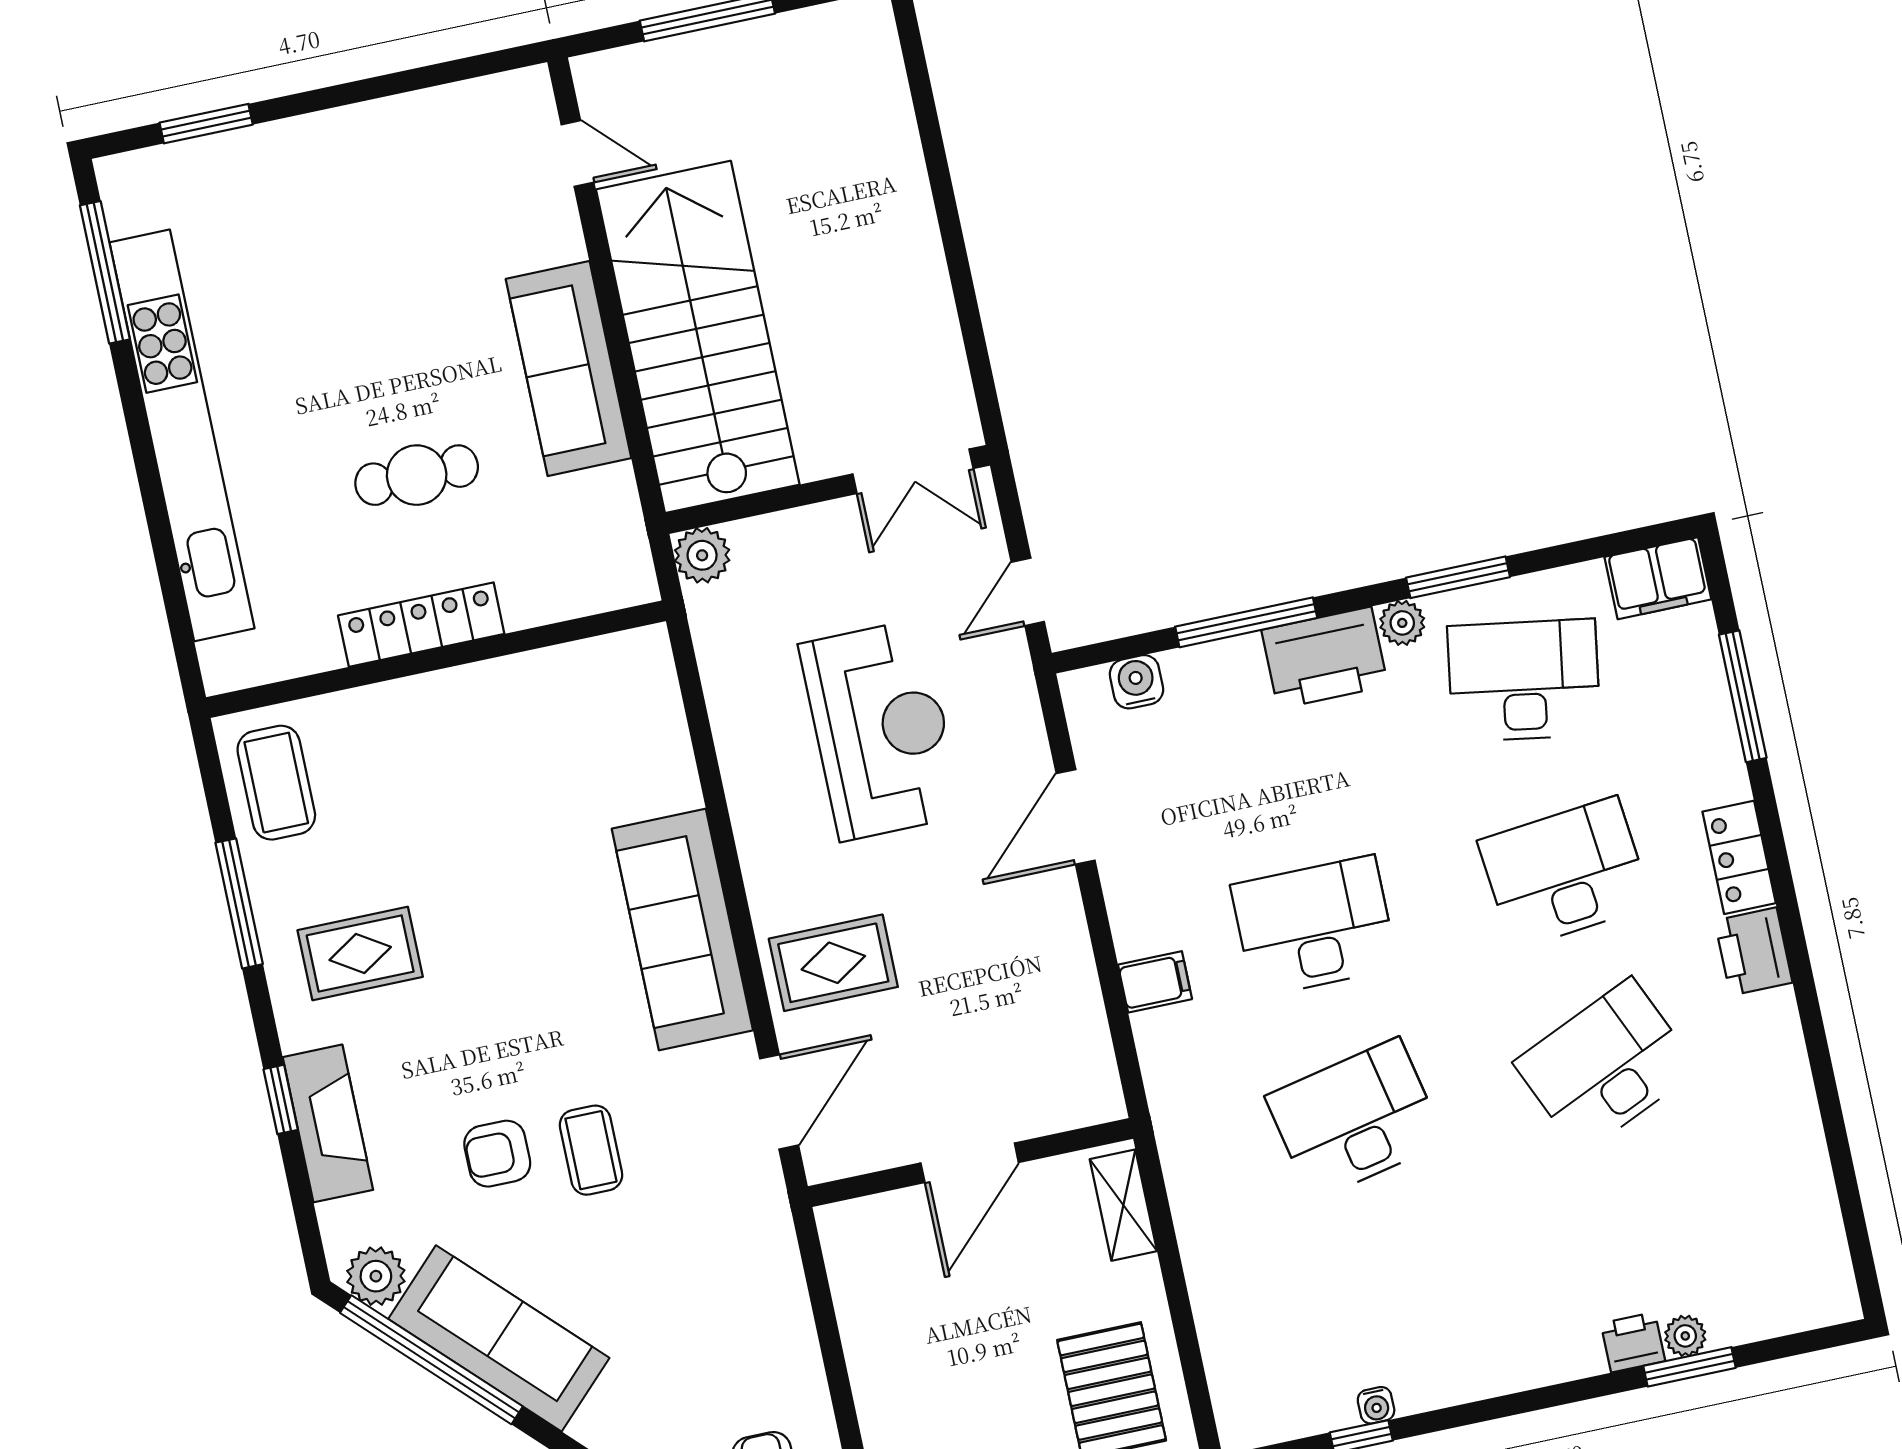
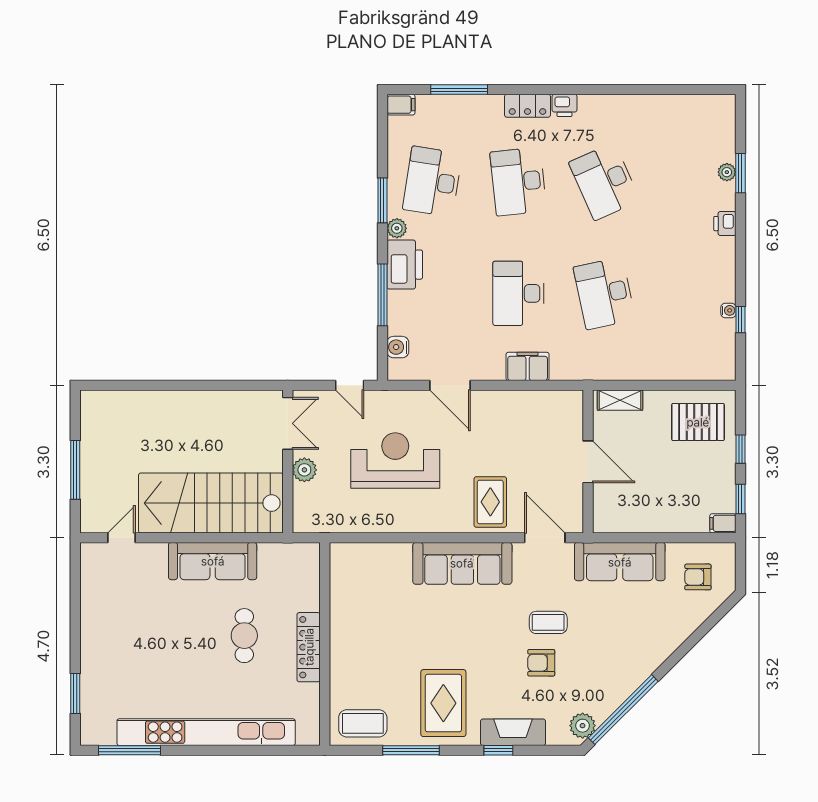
plant: (702, 555) -> (304, 470), moved
filing cabinet: (1658, 578) -> (401, 105), width x0.50
printer: (1754, 952) -> (564, 105), width x0.73, depth x0.81
rug: (360, 953) -> (443, 703), width x1.36, depth x1.43
filing cabinet: (1155, 982) -> (528, 366), width x2.00
armchair: (497, 1154) -> (541, 663), turned 90
sofa: (499, 1338) -> (620, 562), moved, turned -135
printer: (1633, 1342) -> (725, 224), moved

